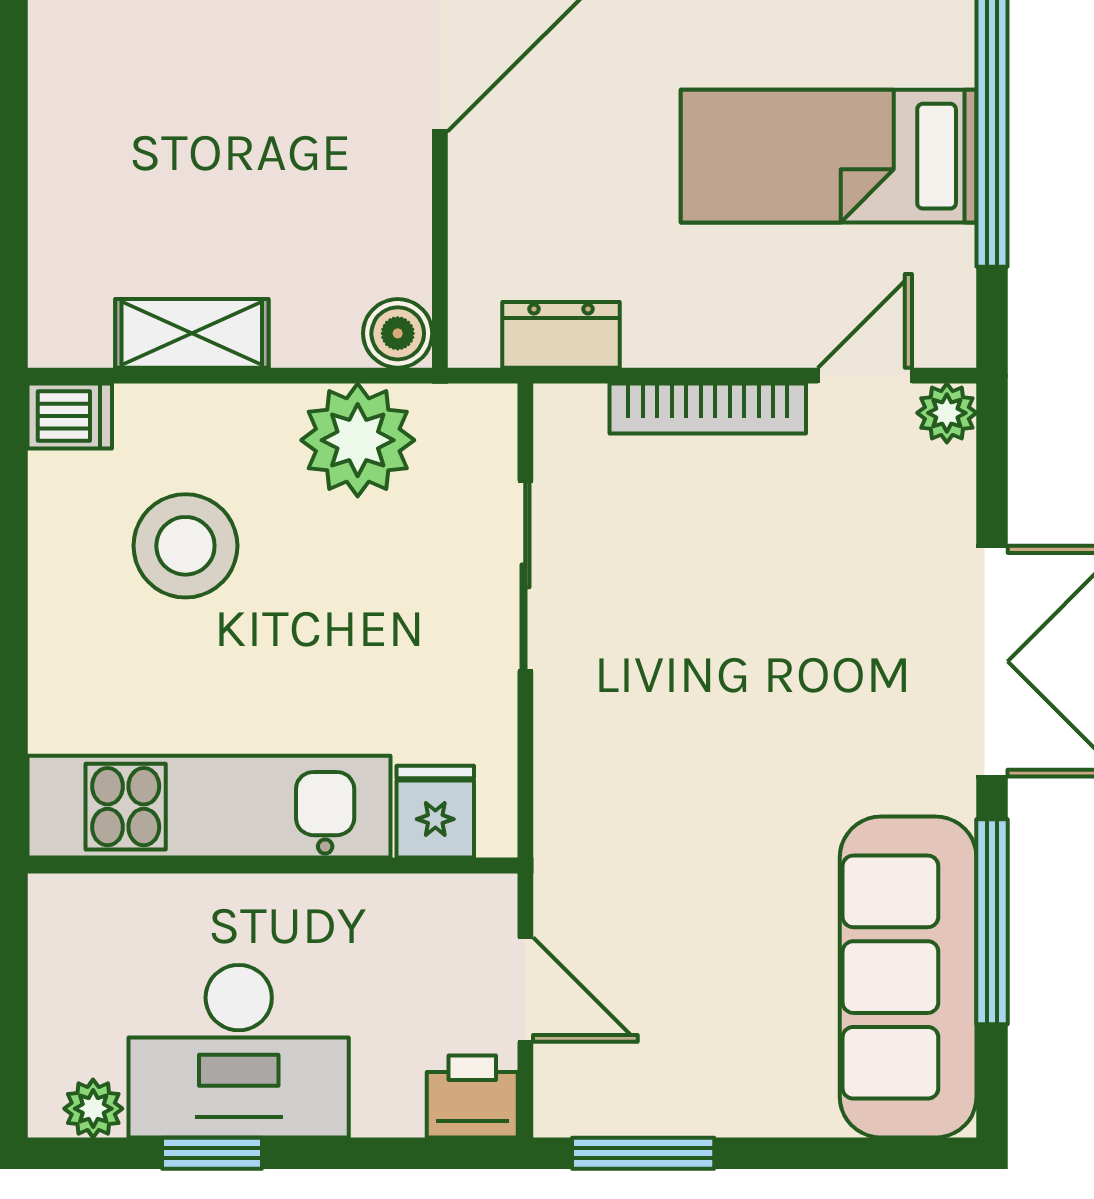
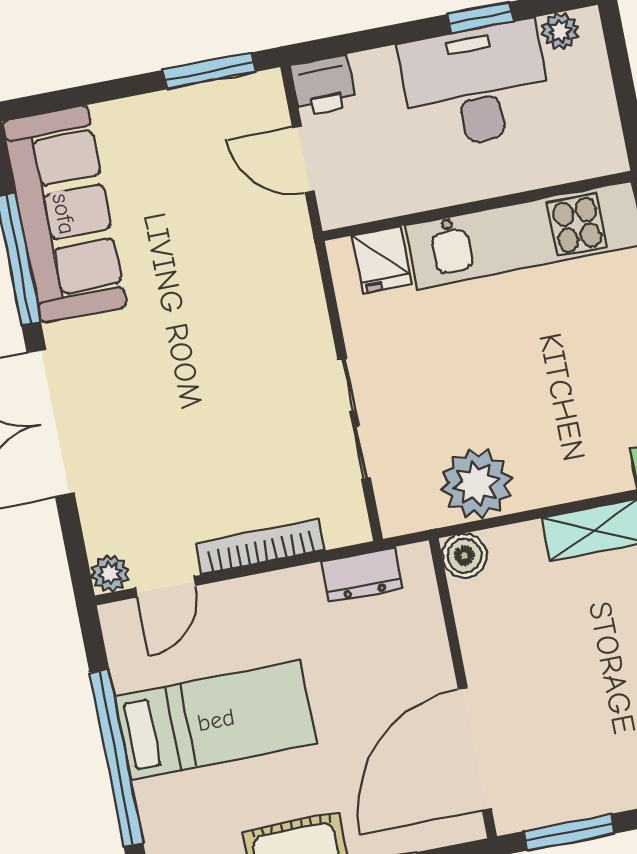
stool: (185, 546) -> (572, 396), removed

